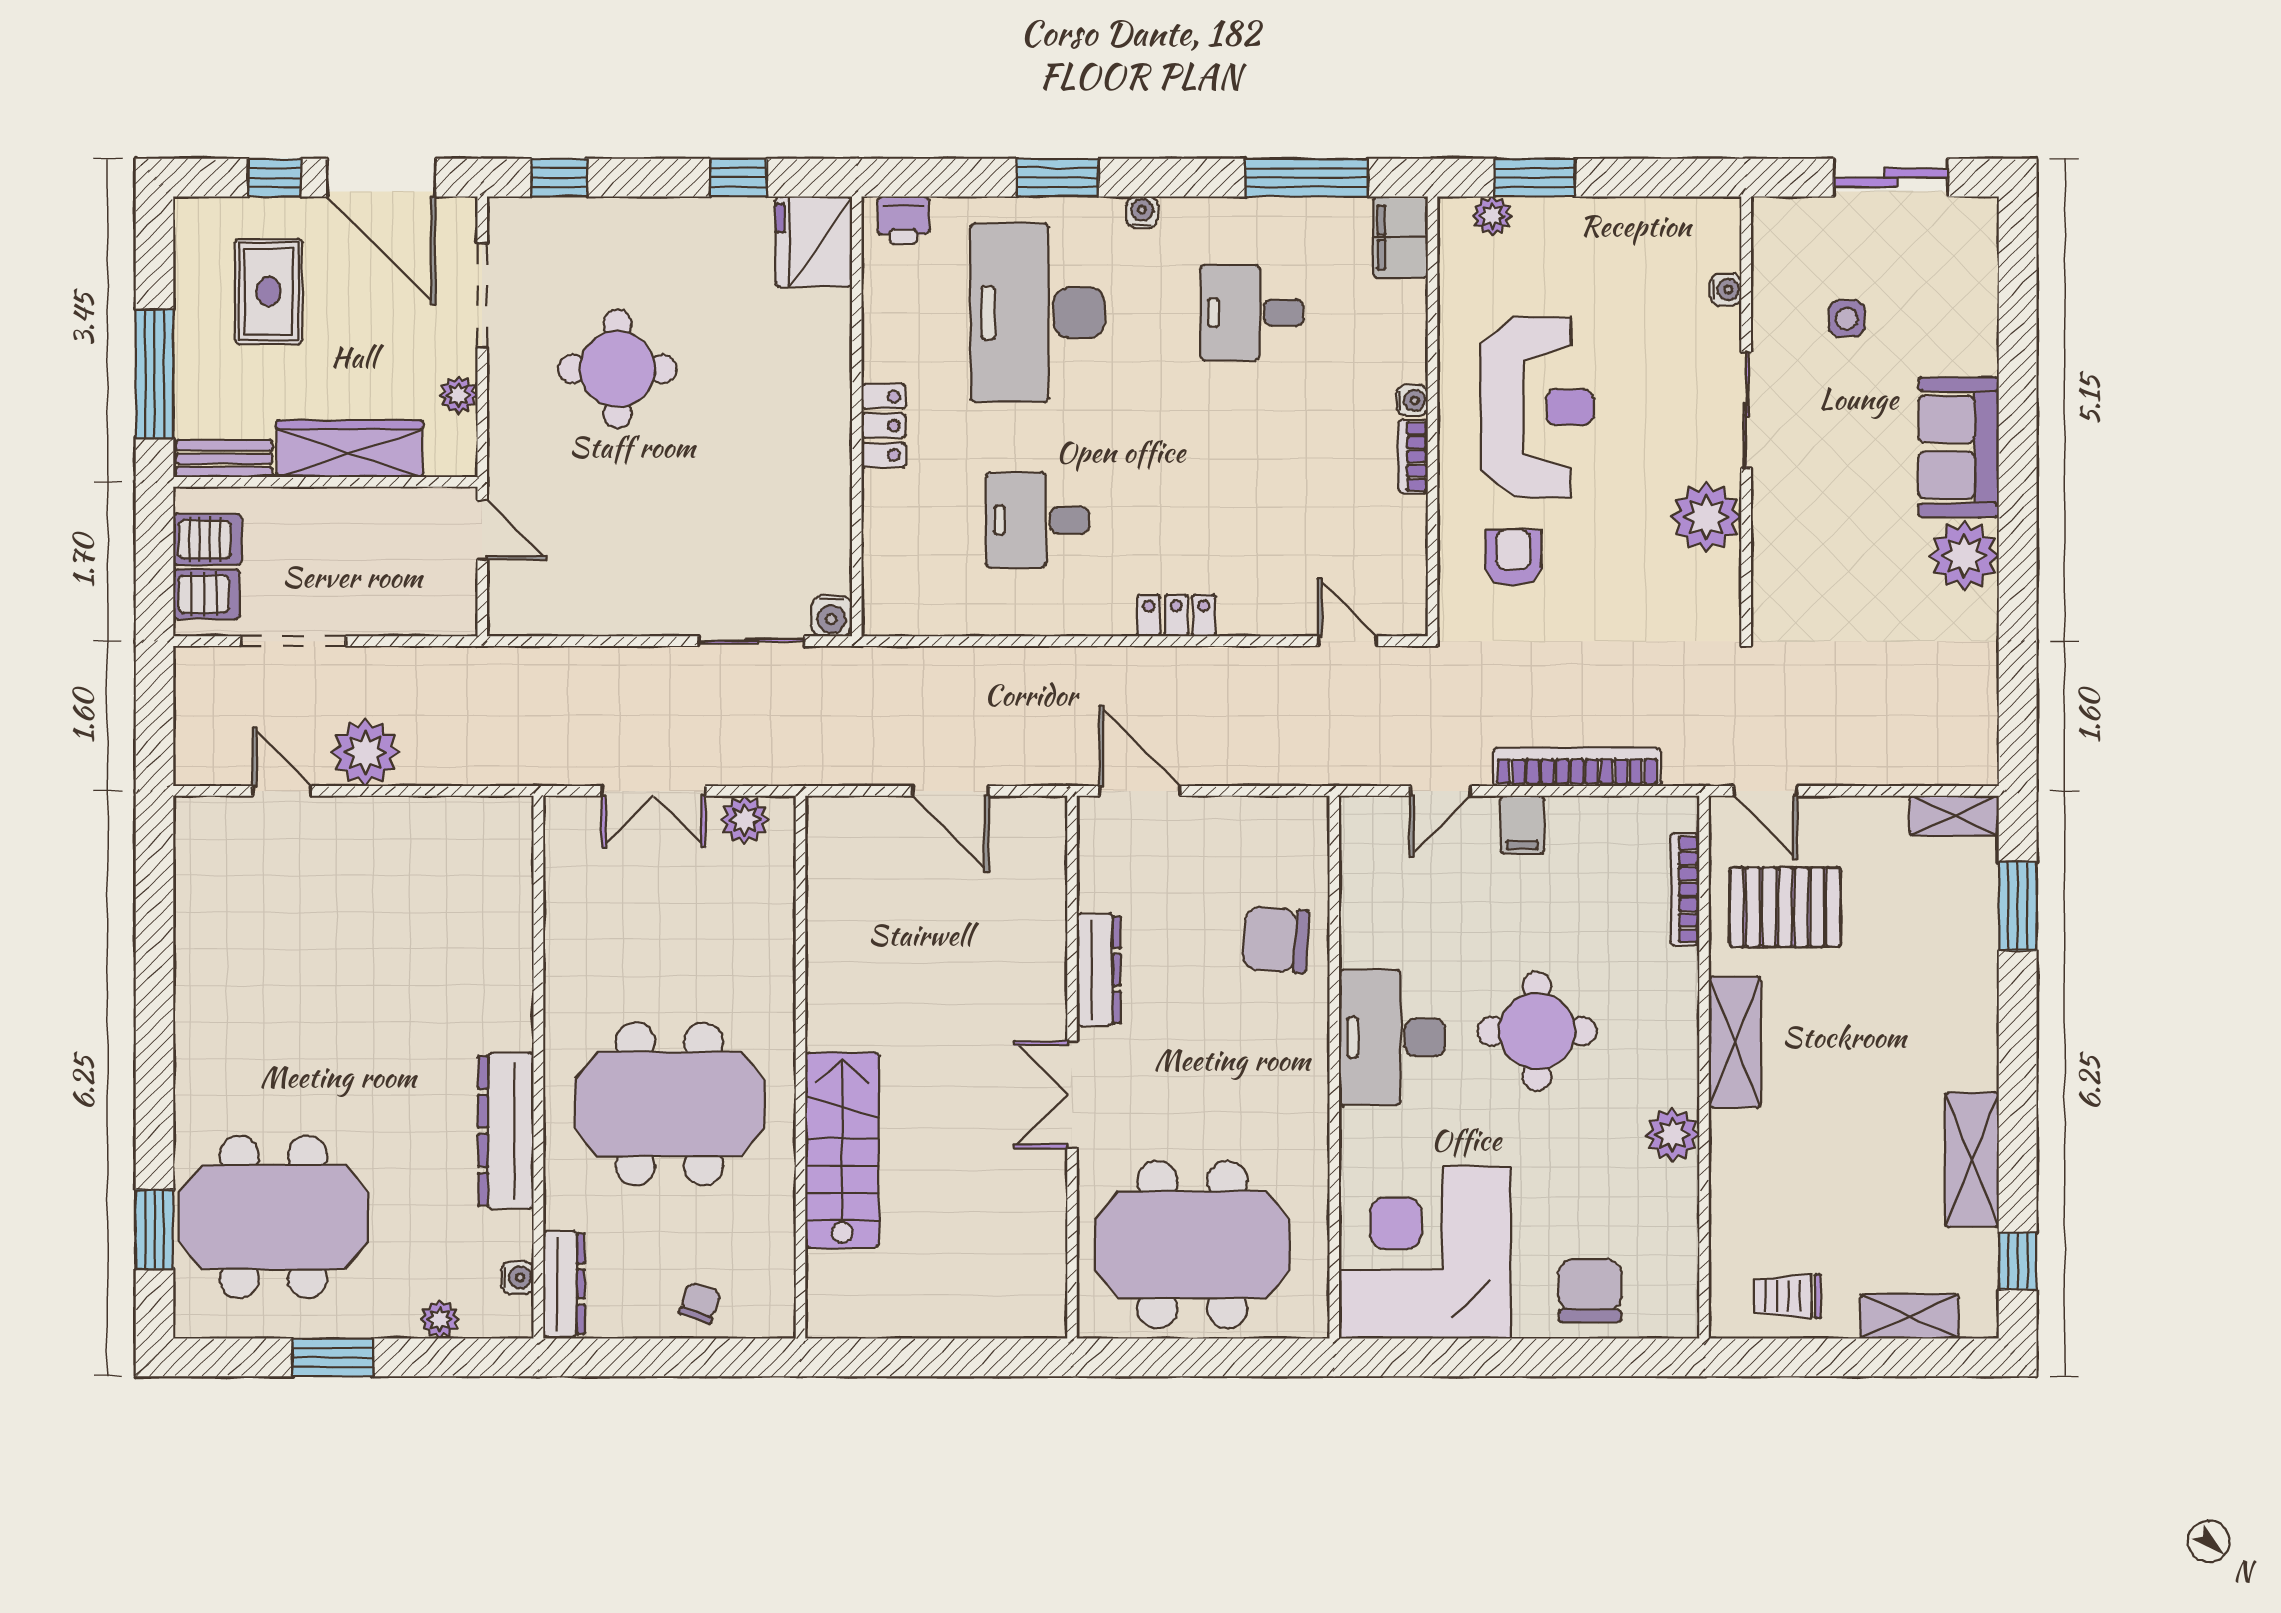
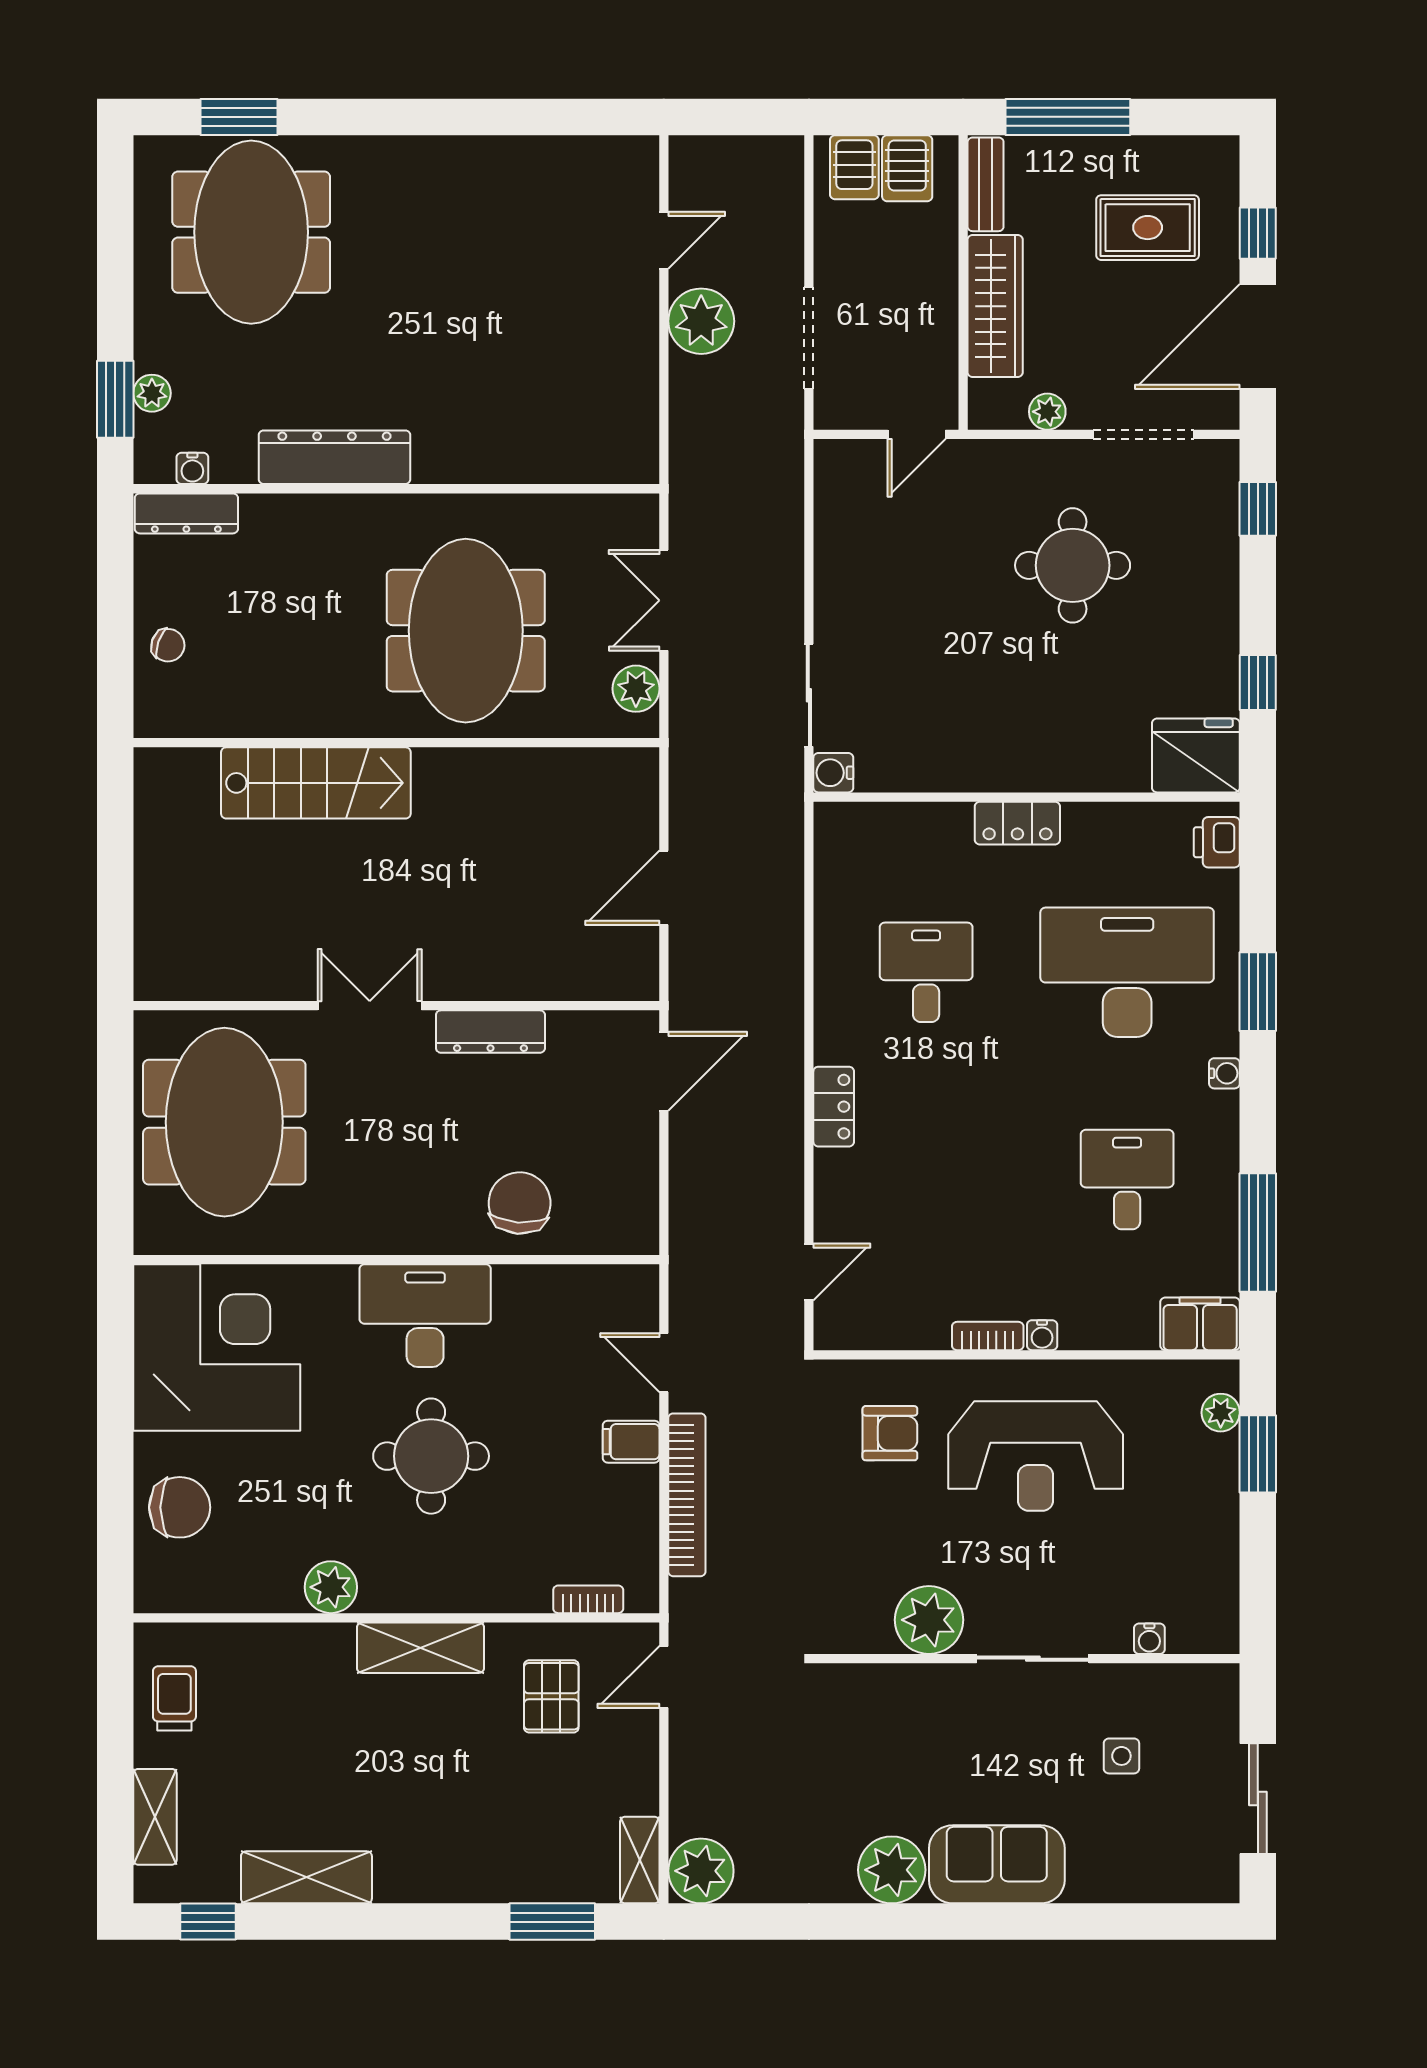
doorway: (293, 641) -> (809, 338), moved
plant: (1965, 753) -> (701, 1871), added
bookcase: (1685, 889) -> (588, 1599), width x0.64
pallet: (1785, 907) -> (551, 1696), width x0.67, depth x0.71
meeting table: (669, 1104) -> (466, 631), moved
window: (333, 1357) -> (115, 399), moved

